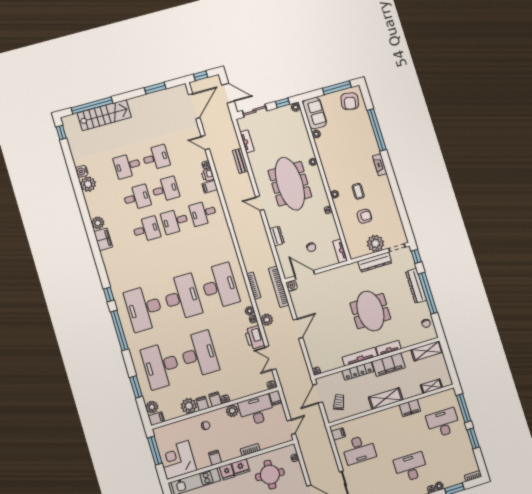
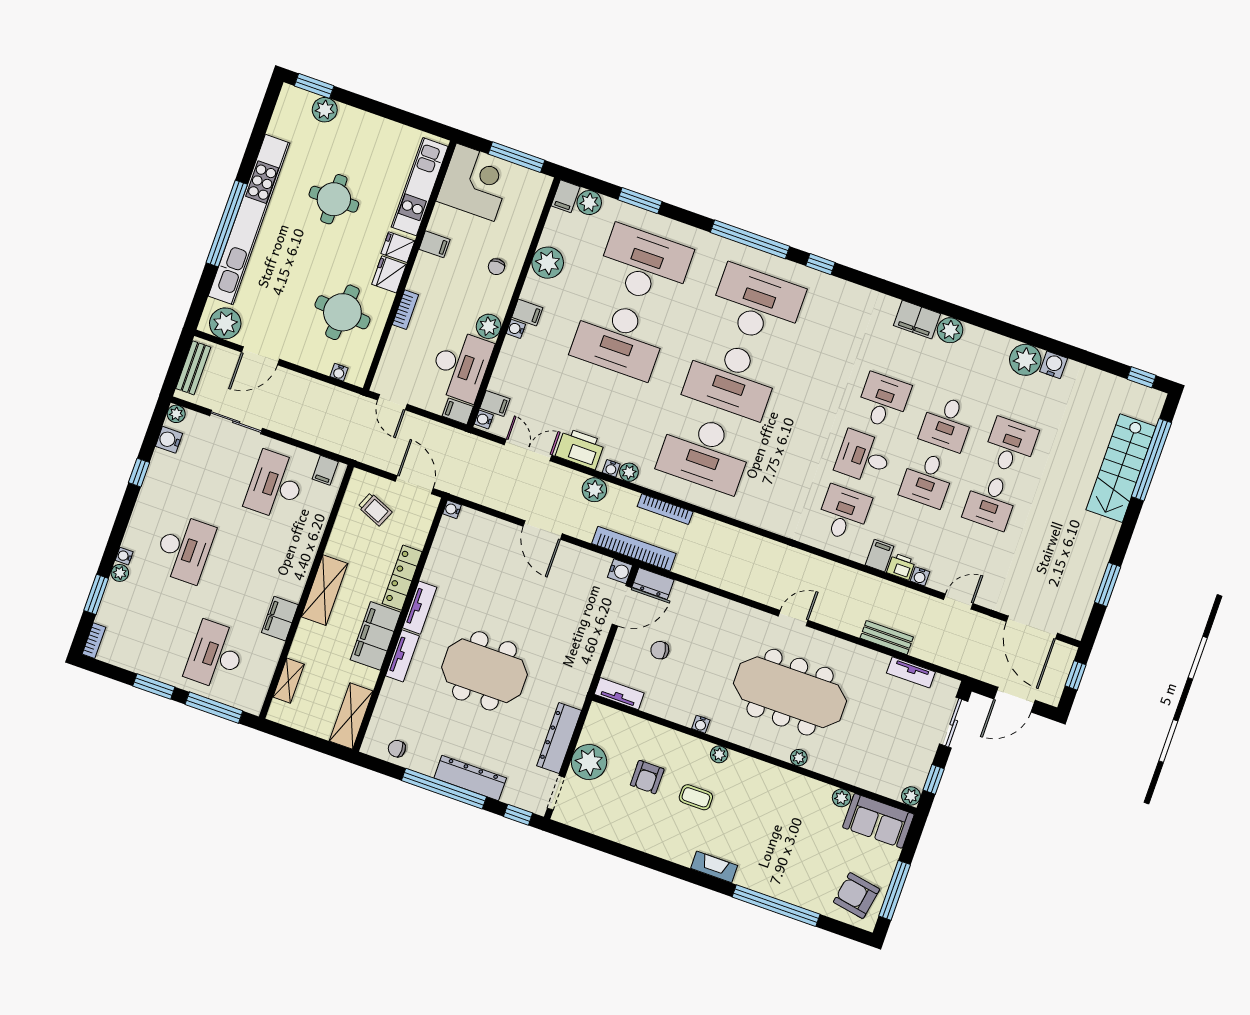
desk: (175, 221) -> (864, 457), turned -90
desk: (146, 229) -> (883, 401), turned 180
dresser: (277, 236) -> (653, 583), moved
tv unit: (360, 357) -> (420, 608), width x0.71
filing cabinet: (202, 403) -> (495, 404), moved
desk: (443, 423) -> (216, 655), turned 180

